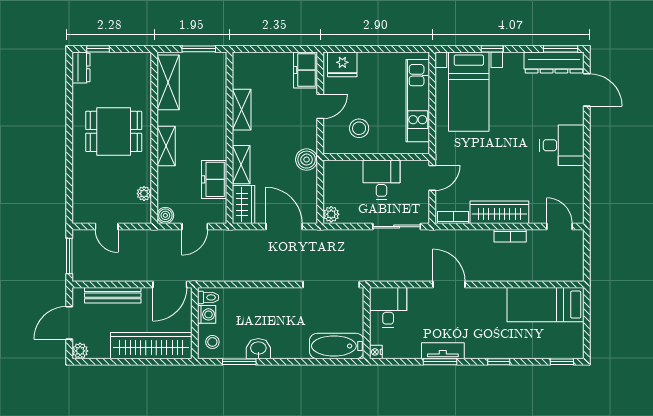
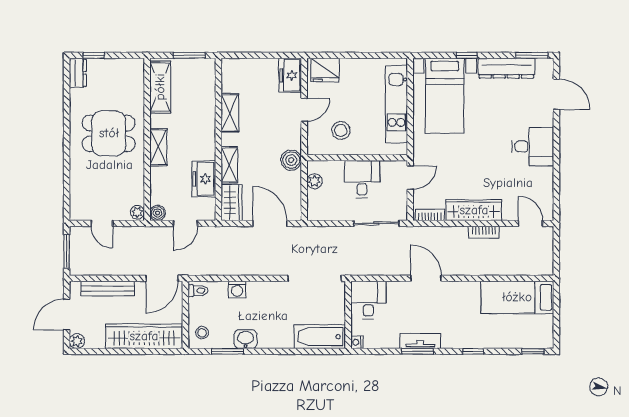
dresser: (554, 62) -> (506, 68), moved
plant: (144, 194) -> (137, 212), moved
plant: (331, 214) -> (315, 181), moved
washing machine: (207, 314) -> (237, 290), moved, turned 90

